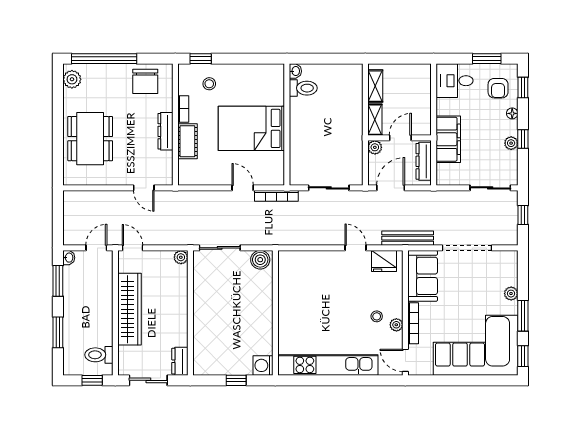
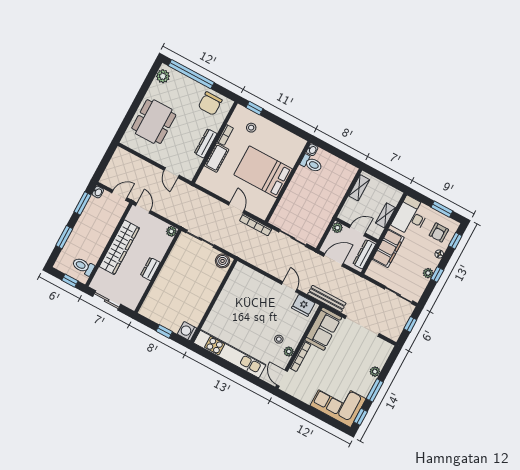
desk: (455, 81) -> (411, 216), width x1.37
shelving: (375, 120) -> (386, 215), moved
corner sofa: (476, 345) -> (338, 402), width x0.73, depth x0.74
dresser: (180, 361) -> (150, 269), moved

